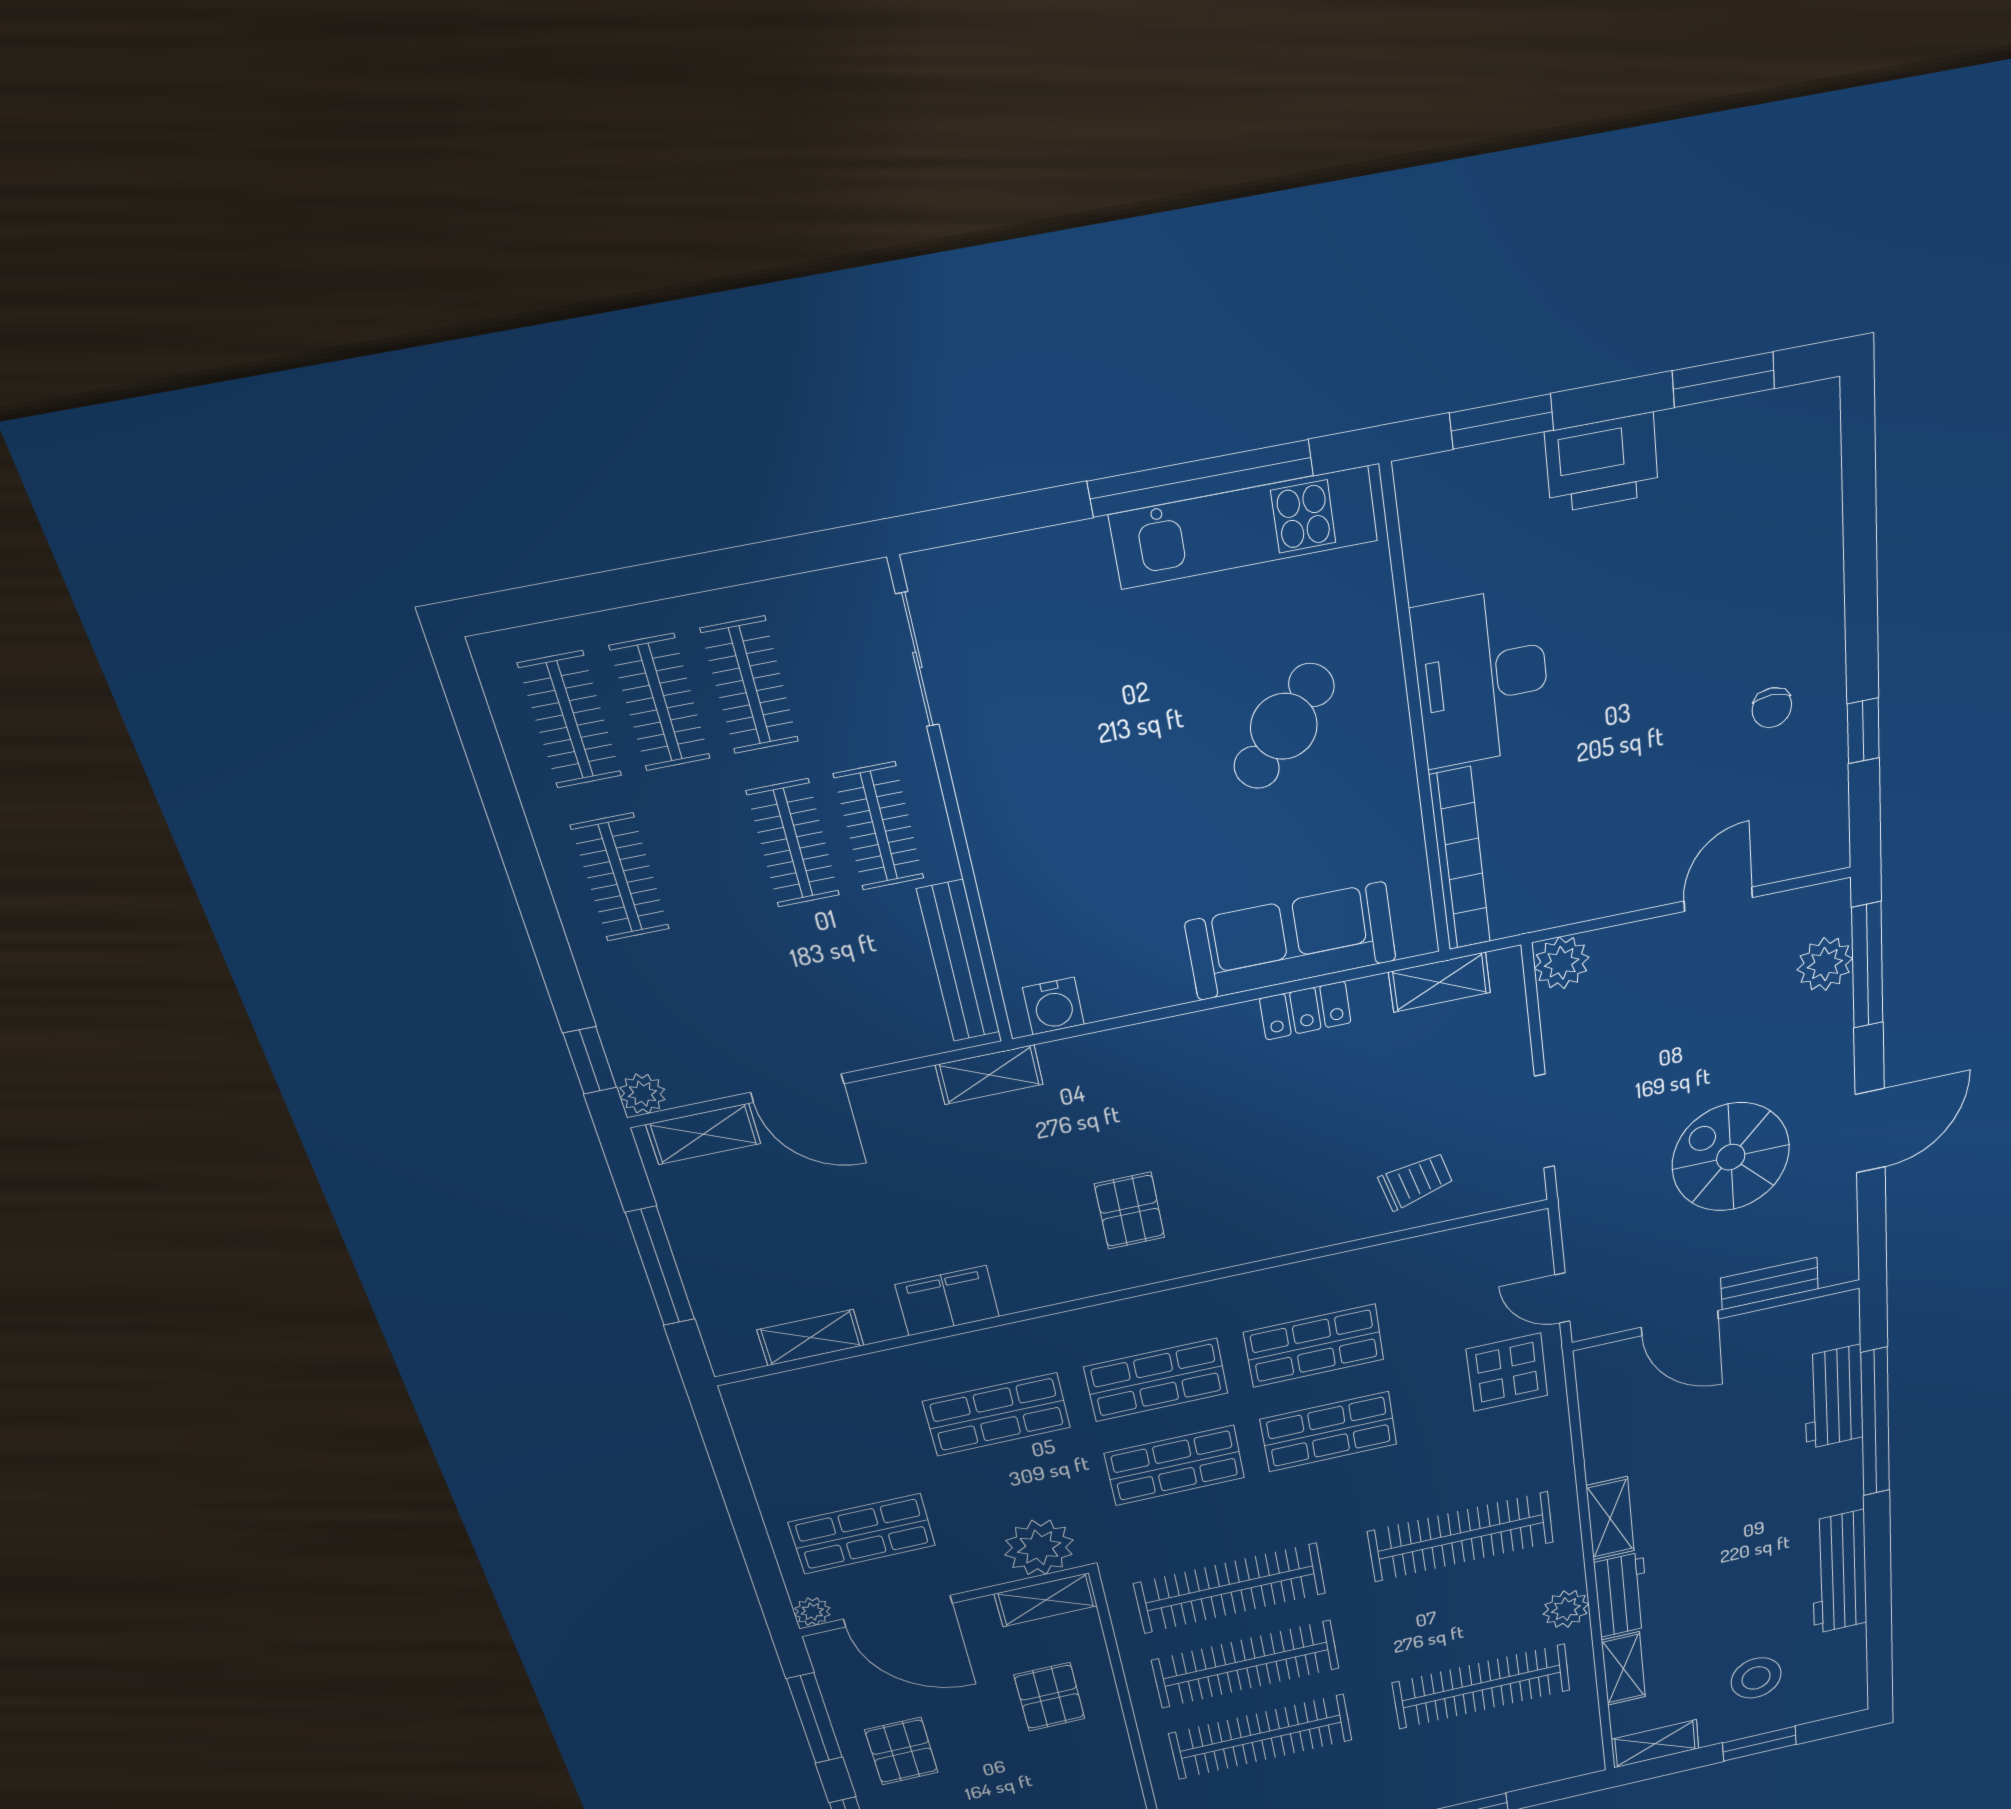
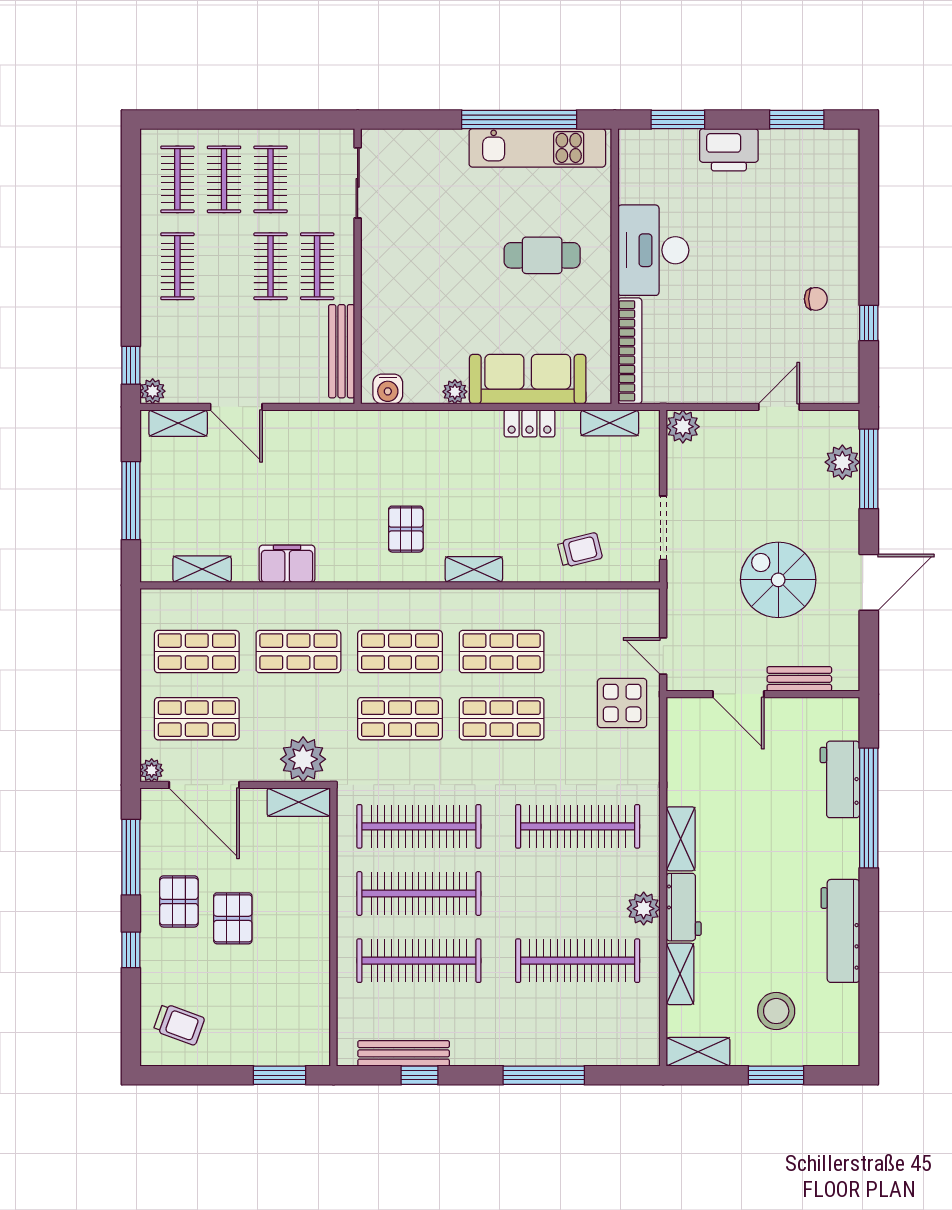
chair: (1772, 708) -> (816, 299), turned -90
cafe table: (1284, 726) -> (542, 255), turned 47
plant: (1170, 987) -> (455, 392), added
shelving: (989, 1075) -> (474, 569), moved
shop shelf: (836, 1449) -> (197, 652), added
pallet: (1049, 1697) -> (233, 918), moved

